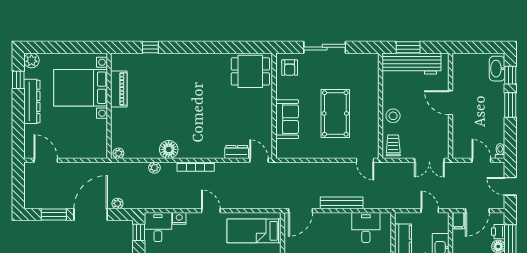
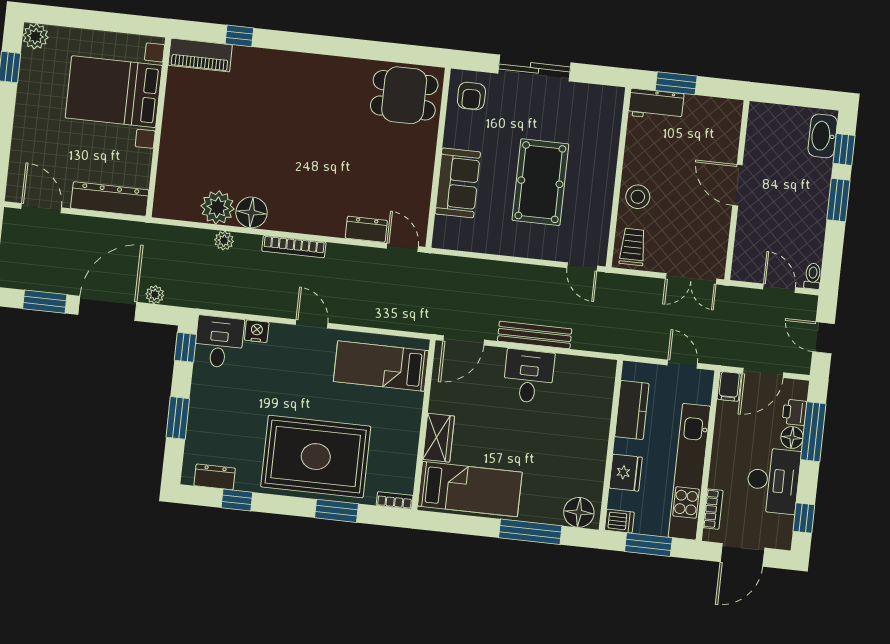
workbench: (412, 64) -> (656, 105), width x0.53, depth x0.76
piano: (119, 89) -> (200, 55), moved, turned 90
dresser: (32, 101) -> (110, 199), moved, turned -90
plant: (118, 153) -> (217, 207), moved, width x1.88, depth x1.88
desk: (366, 227) -> (529, 376), moved

